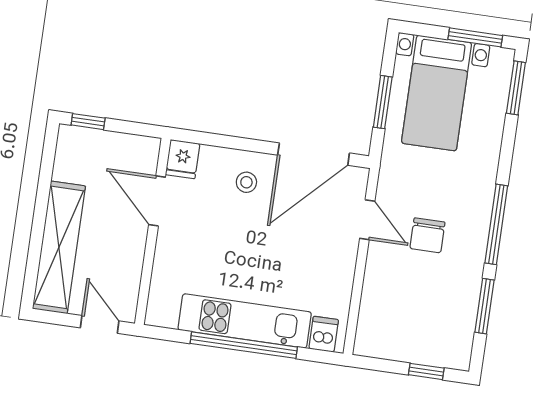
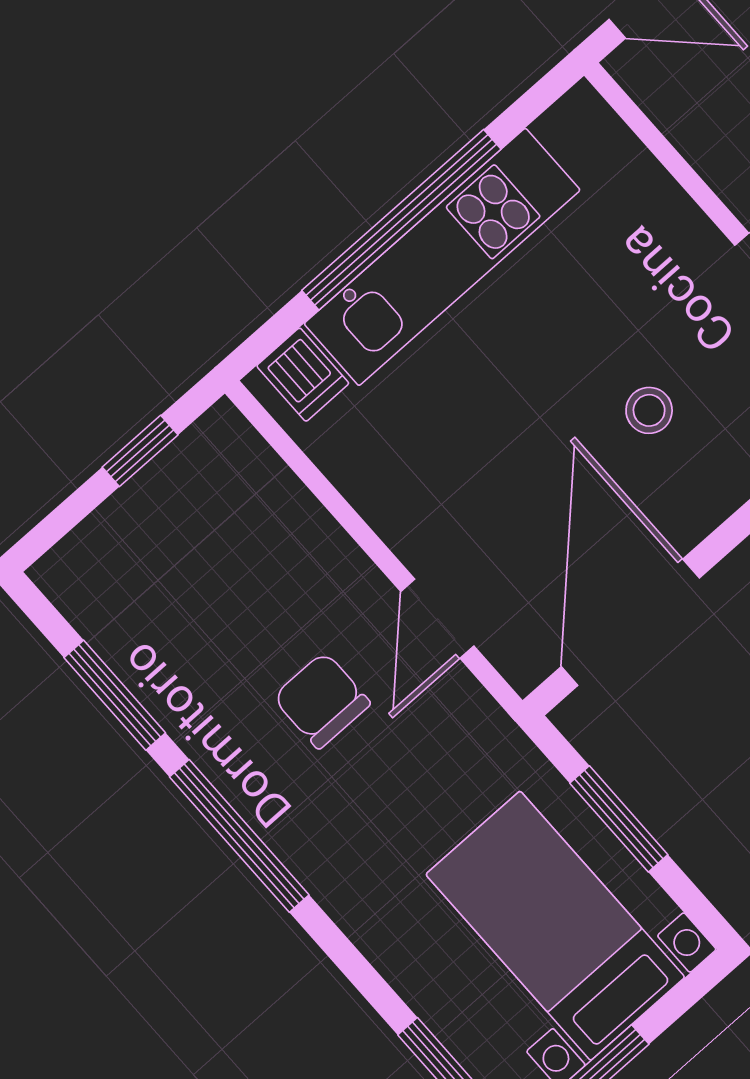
stool: (246, 182) -> (649, 410), moved
door: (367, 220) -> (437, 619), hinge flipped
window: (426, 371) -> (140, 451), moved

